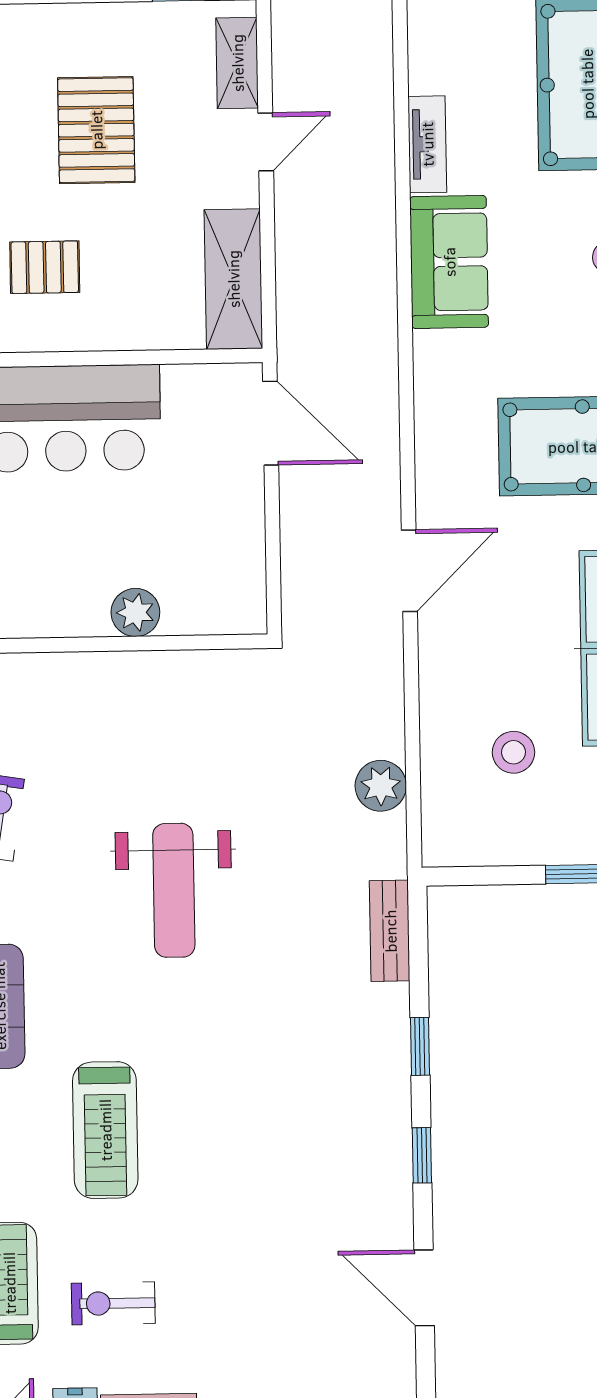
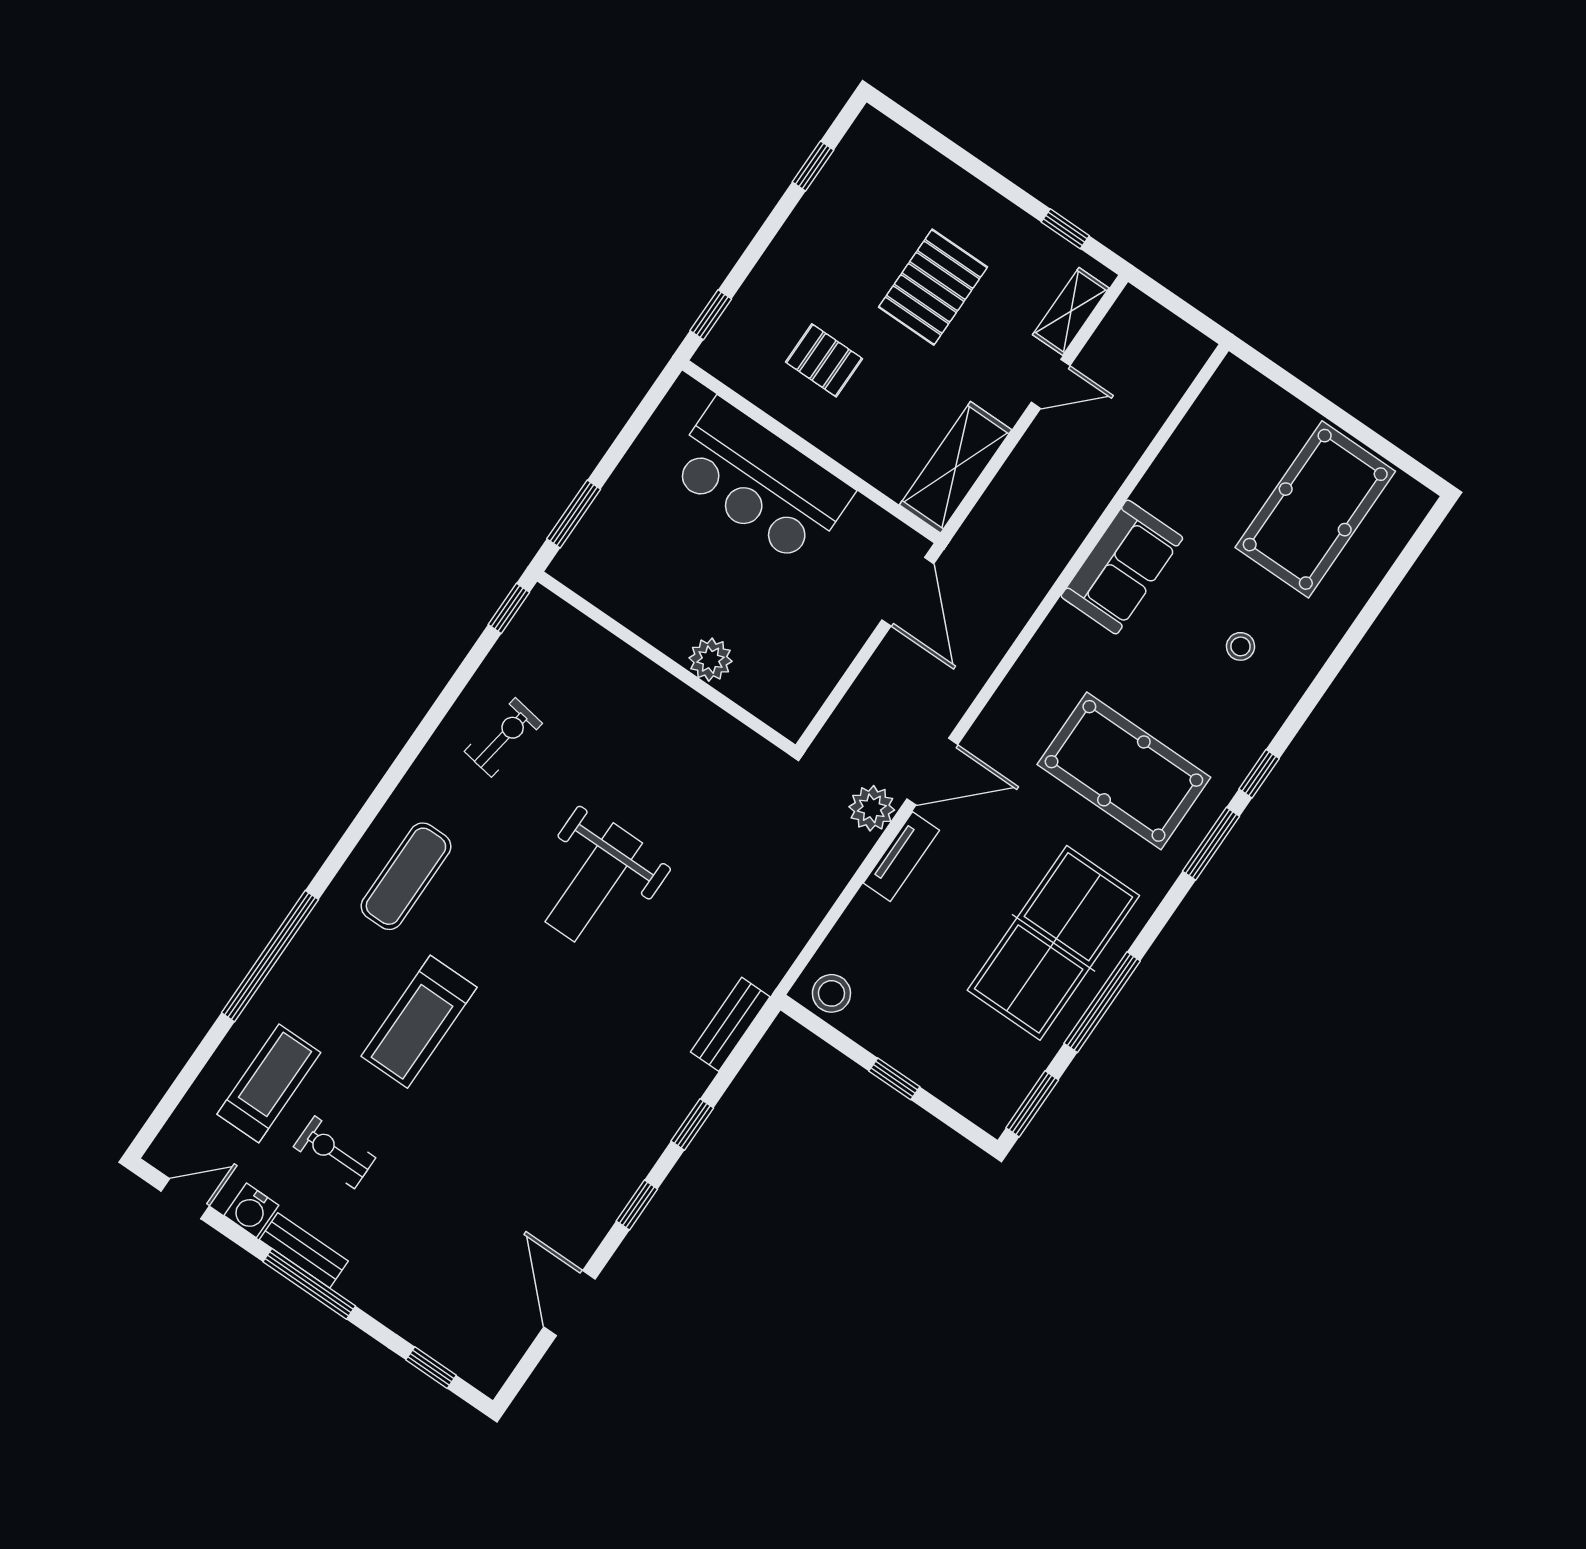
tv unit: (427, 144) -> (901, 857), moved
stool: (513, 752) -> (831, 993), moved
plant: (381, 786) -> (872, 808), moved

